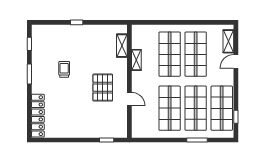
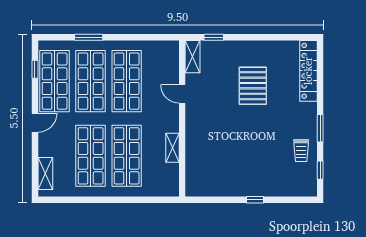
shelving: (122, 46) -> (193, 57), moved
door: (236, 62) -> (35, 123), moved
trolley: (64, 69) -> (301, 151), moved
pallet: (103, 88) -> (253, 86), moved

